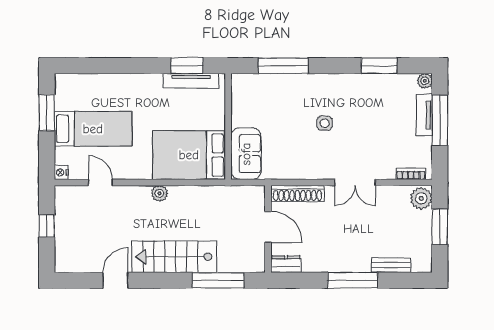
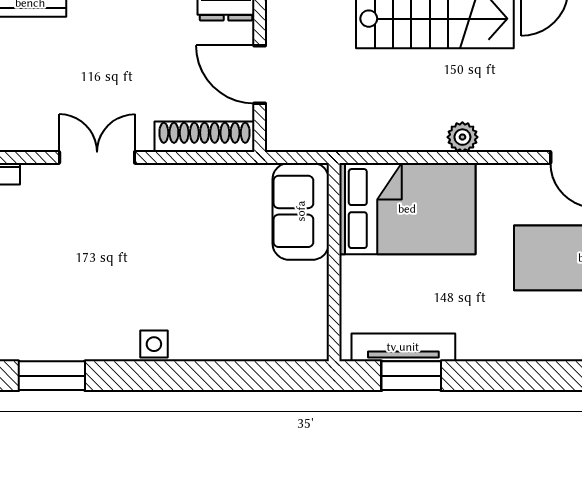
window: (283, 66) -> (231, 376), removed
side table: (325, 123) -> (154, 344), moved

